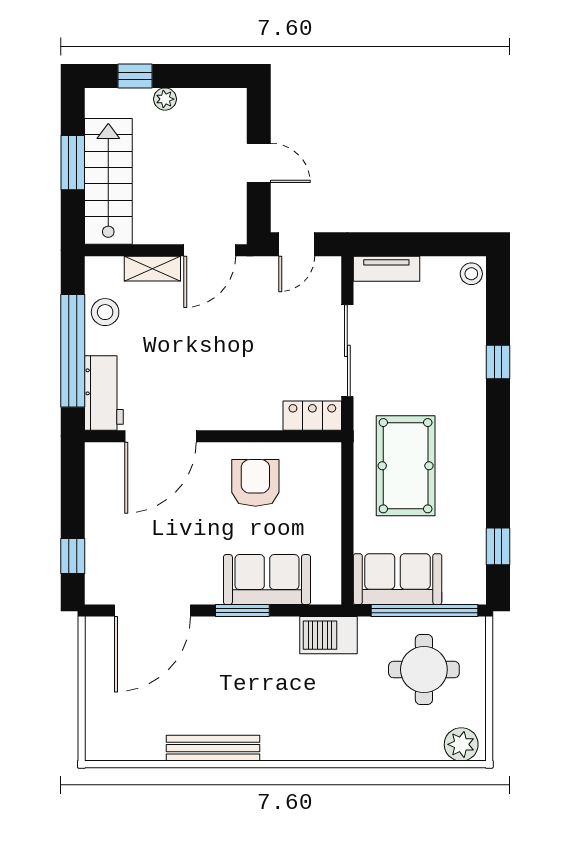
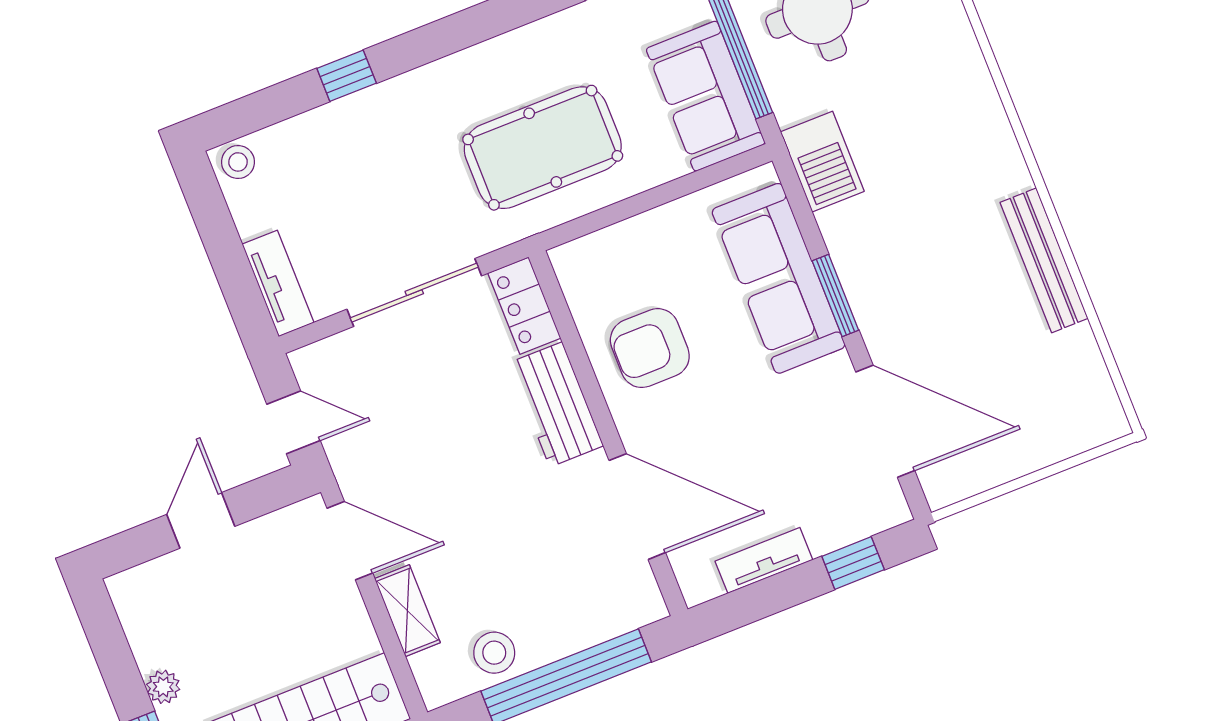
workbench: (104, 393) -> (556, 404), moved, turned -90
tv unit: (96, 501) -> (764, 560), added
sofa: (267, 580) -> (779, 278), width x1.36

